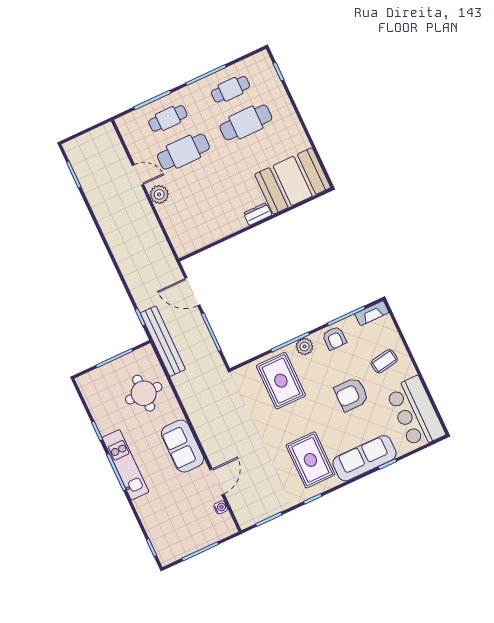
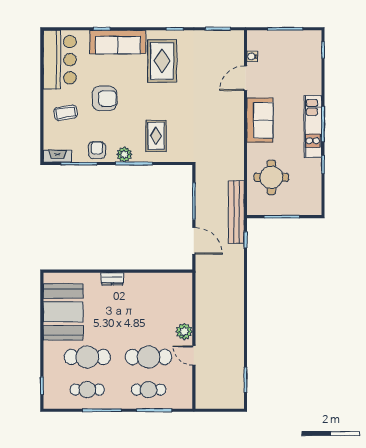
booth: (293, 181) -> (63, 312), moved, turned 90
rug: (281, 381) -> (156, 136), width x0.73, depth x0.70

